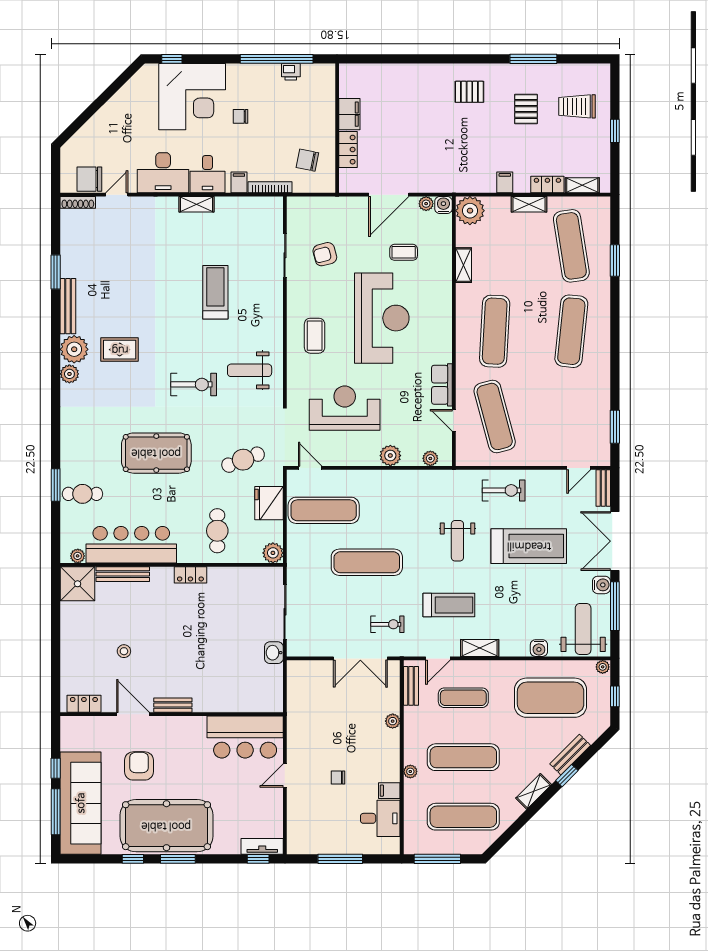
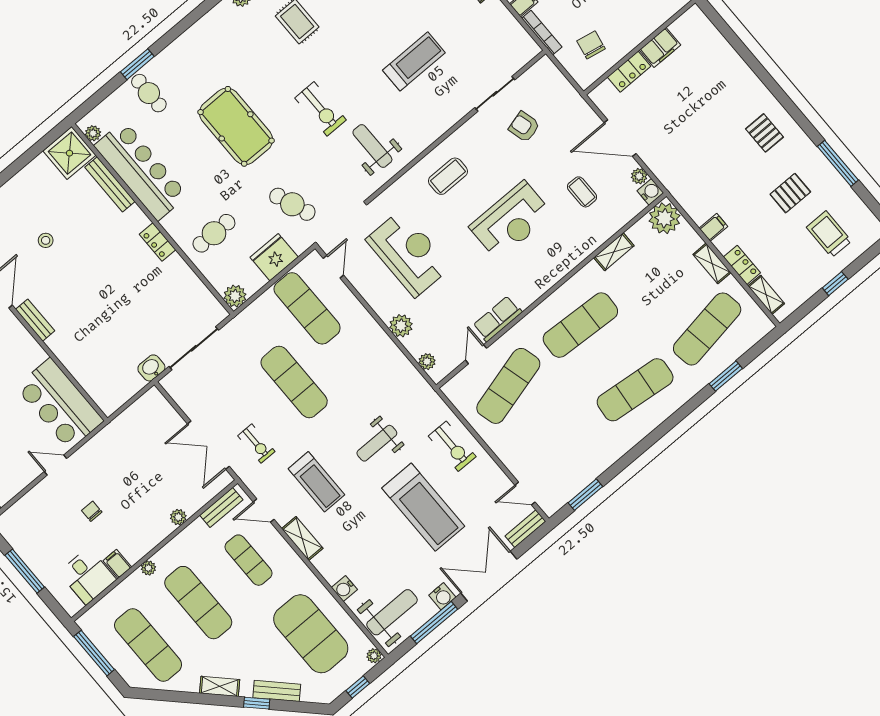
reception desk: (382, 318) -> (511, 220), width x0.74, depth x0.77

